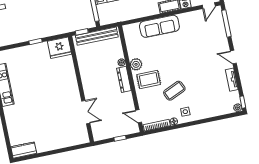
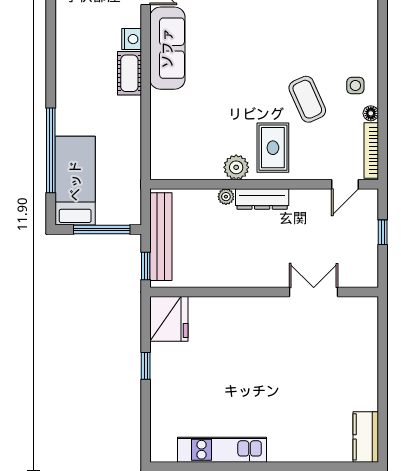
sofa: (159, 26) -> (167, 48), moved

